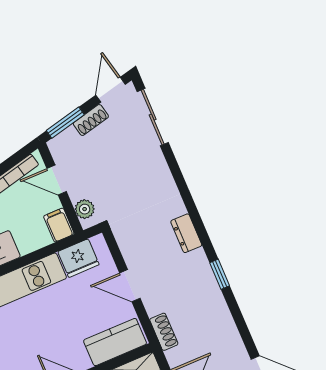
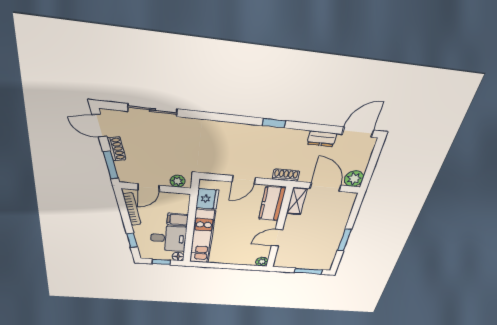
sliding door: (153, 117) -> (152, 110), moved
filing cabinet: (59, 225) -> (178, 220), moved
dresser: (186, 233) -> (322, 139), moved

